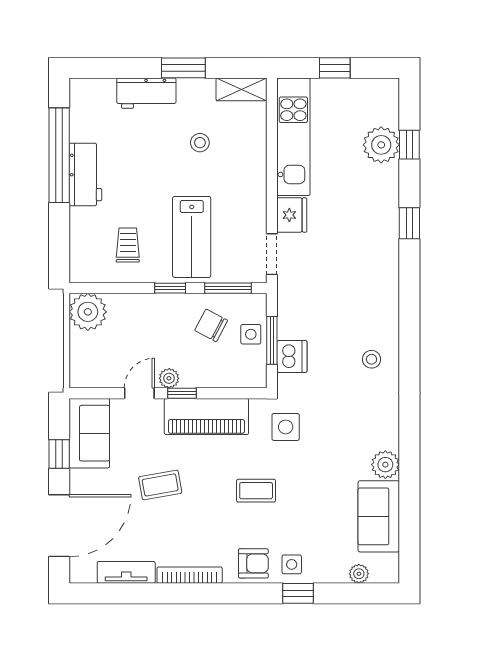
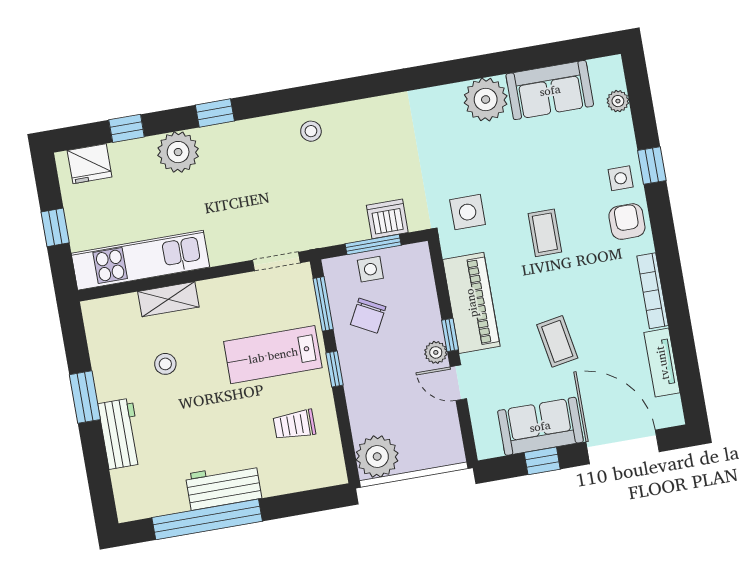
shelving: (241, 89) -> (168, 299), moved, turned 90
plant: (381, 145) -> (178, 152), moved
fridge: (292, 215) -> (90, 164), moved, turned 180
lab bench: (192, 237) -> (273, 355), turned 180
stool: (371, 359) -> (311, 131), moved
sofa: (89, 433) -> (540, 426), moved
plant: (385, 465) -> (486, 99), width x1.36, depth x1.36

